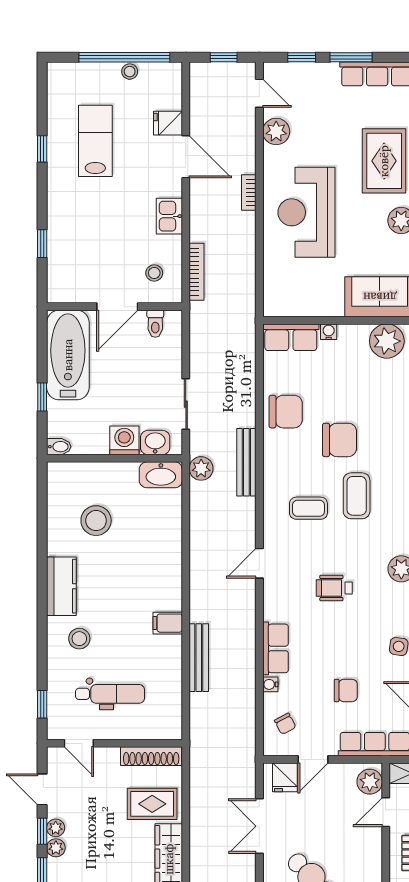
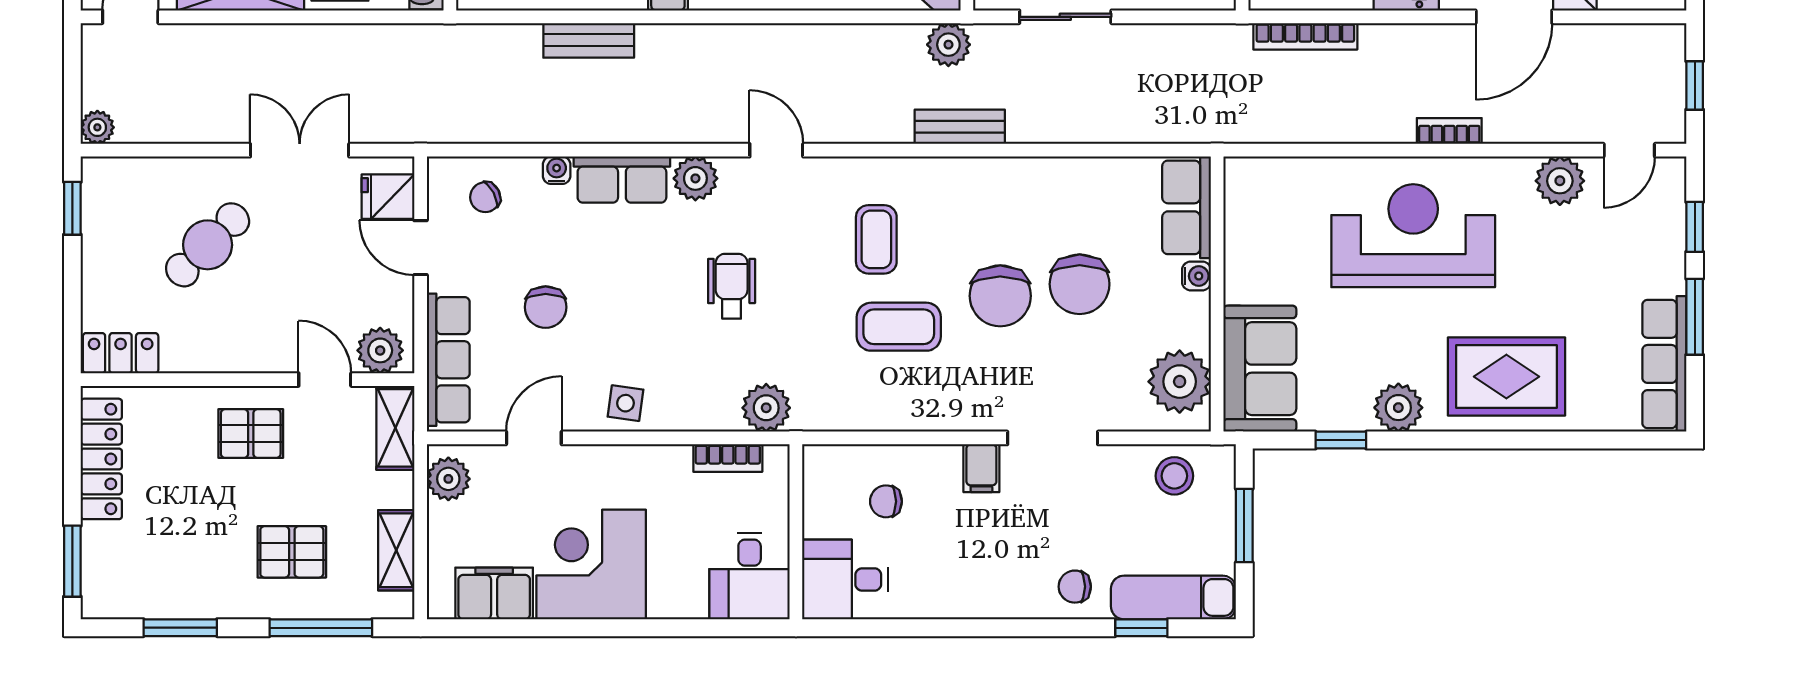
chair: (286, 412) -> (1080, 284), moved
bench: (246, 462) -> (960, 127), width x0.73
plant: (275, 608) -> (695, 178), added
bench: (199, 658) -> (589, 40), width x0.73

